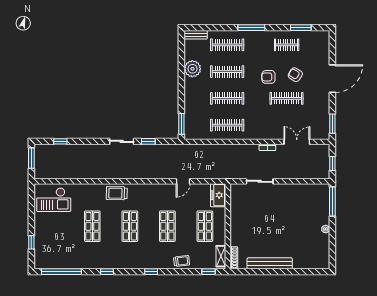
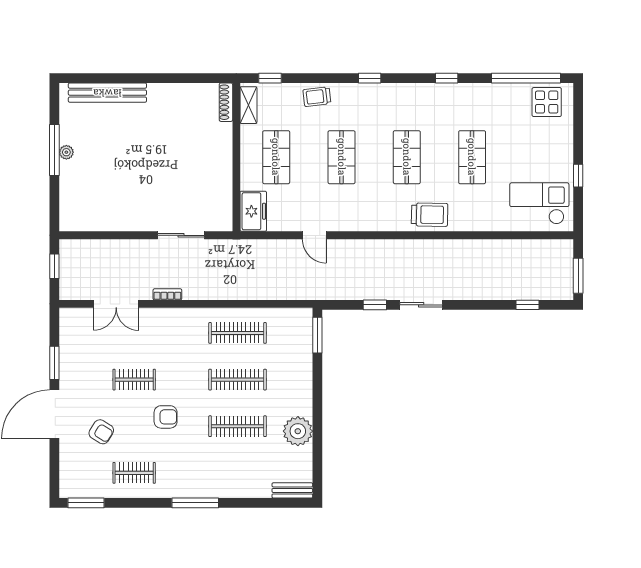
window: (301, 28) -> (86, 503), moved
clothes rail: (227, 45) -> (238, 473), removed
armchair: (295, 75) -> (101, 432), moved
clothes rail: (287, 98) -> (134, 380), width x0.73
window: (332, 124) -> (54, 363), moved
door: (183, 181) -> (314, 235), swing flipped
window: (332, 202) -> (54, 150), moved
window: (31, 242) -> (578, 176), moved
display table: (49, 258) -> (547, 102), added
bench: (270, 263) -> (107, 93), moved

